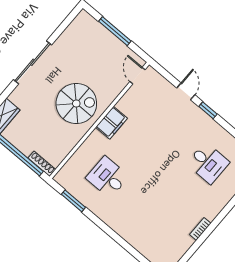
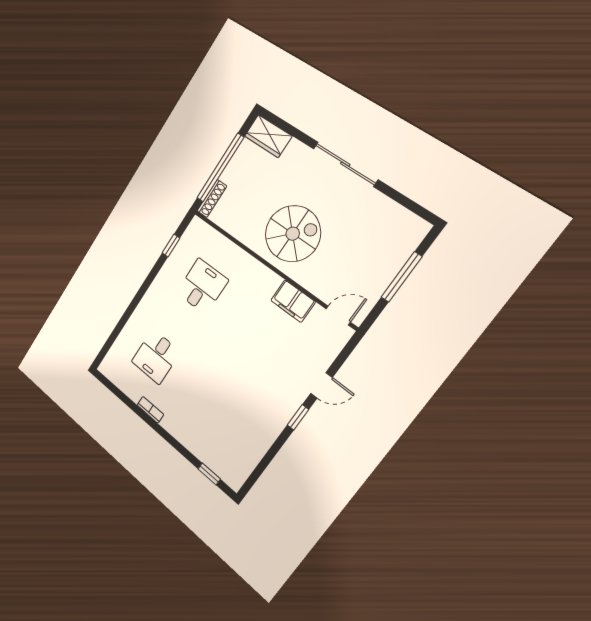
spiral stairs: (76, 104) -> (293, 234), turned -90
filing cabinet: (112, 123) -> (293, 301), moved
desk: (208, 163) -> (156, 357), moved
window: (73, 201) -> (171, 246), width x0.67

